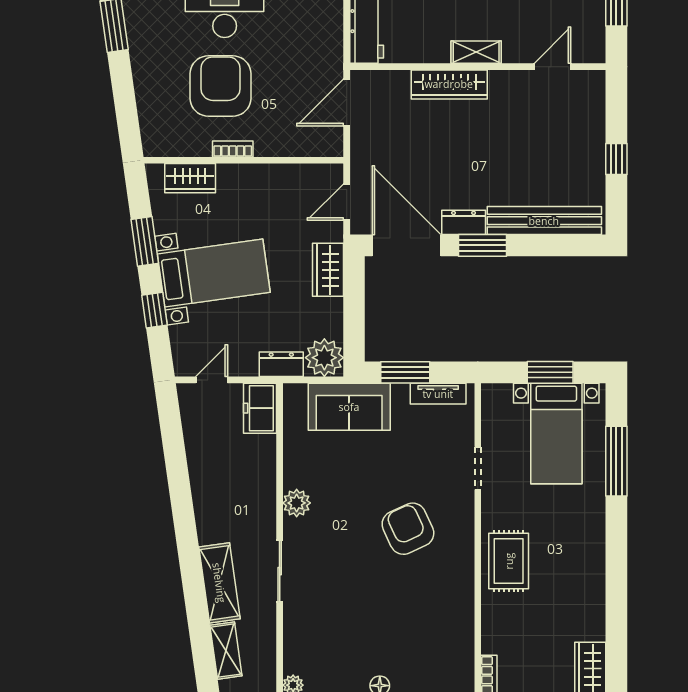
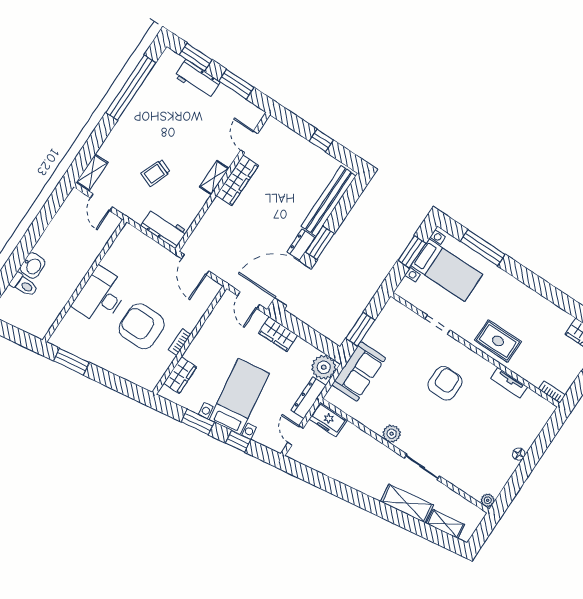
wardrobe: (449, 84) -> (237, 180), moved
dresser: (281, 364) -> (309, 398), width x1.44
tv unit: (438, 394) -> (509, 383), moved, turned 90
armchair: (408, 529) -> (445, 383), turned 115

